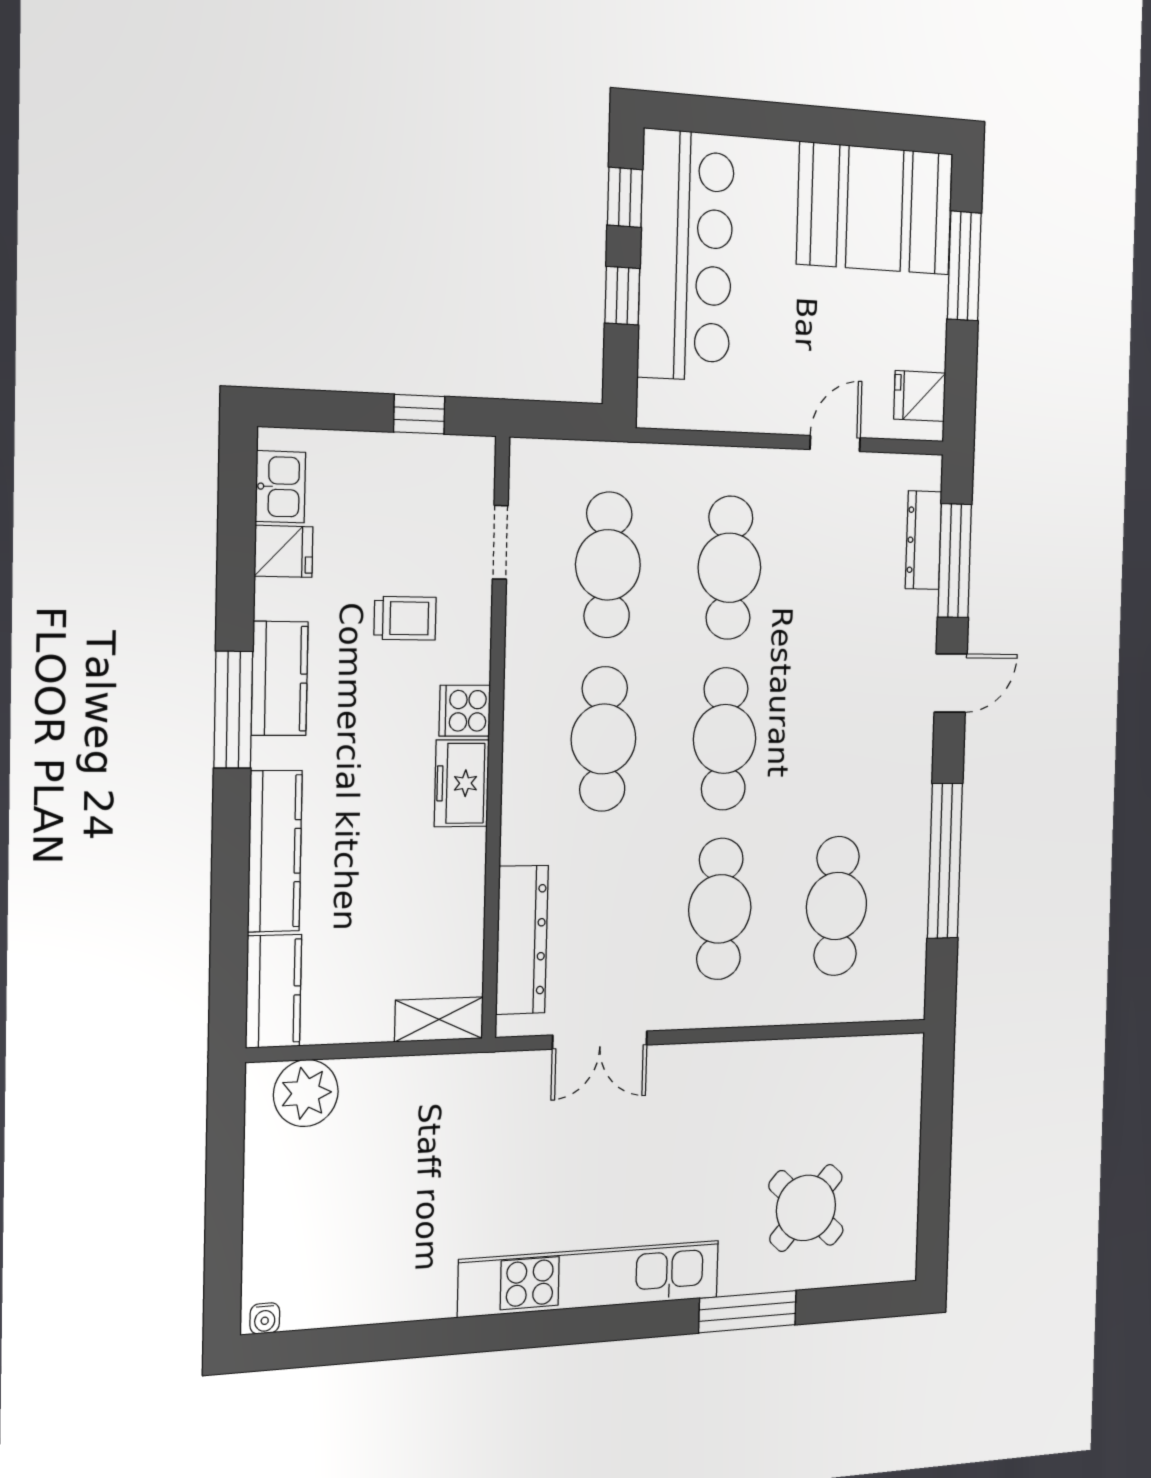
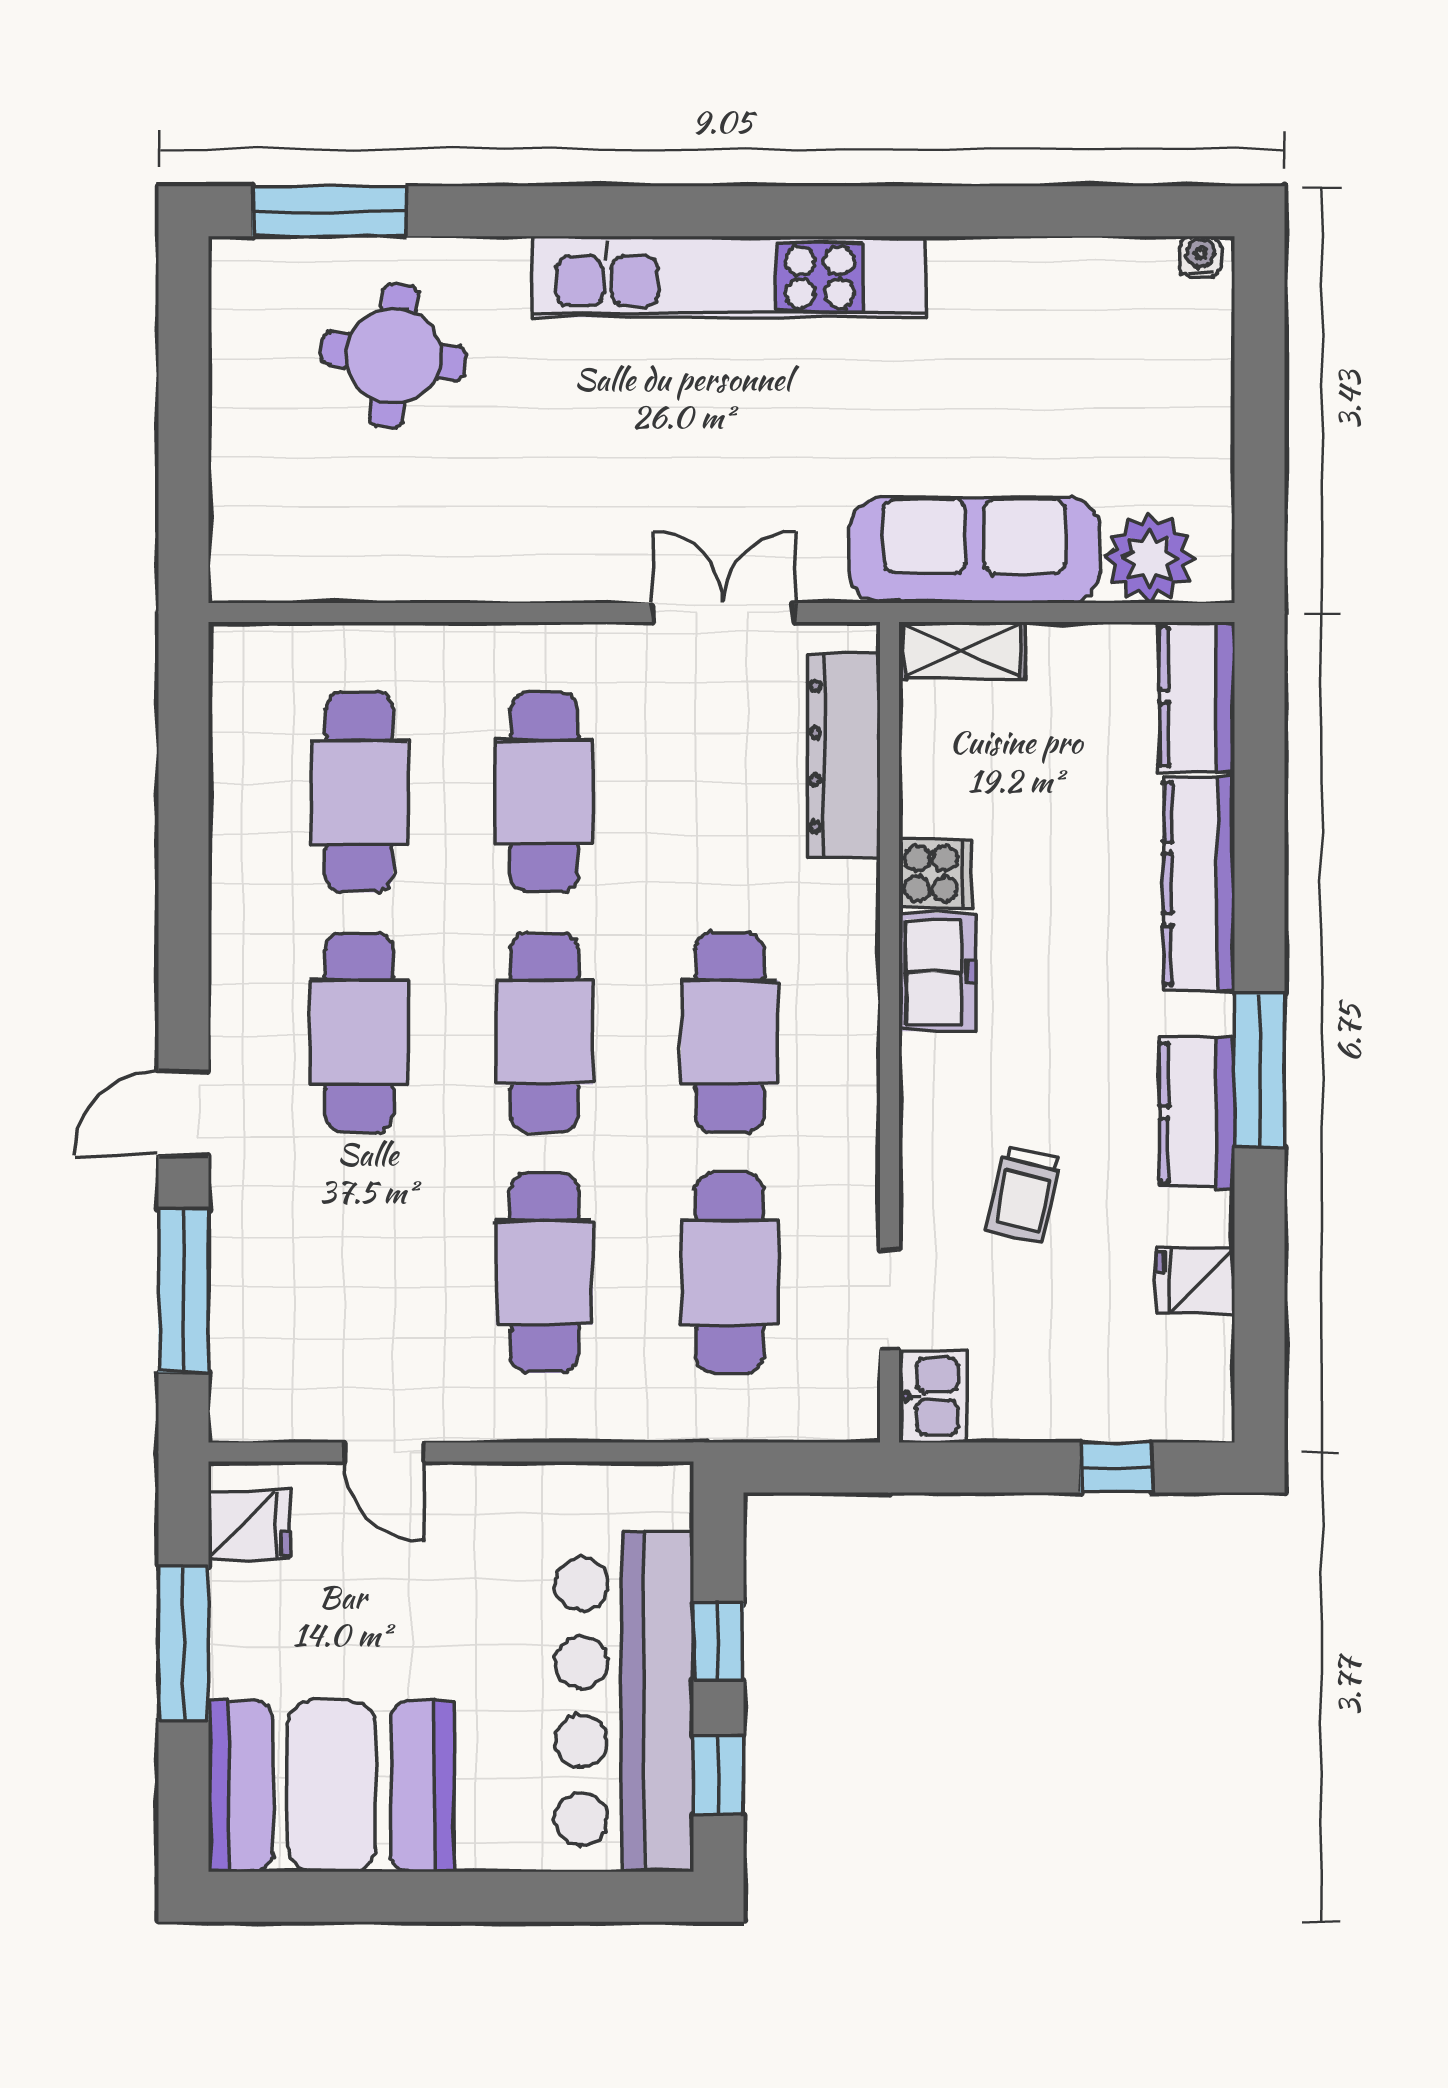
window: (964, 266) -> (184, 1643), moved
window: (419, 414) -> (1116, 1468), moved
door: (835, 444) -> (384, 1452), hinge flipped
kitchen sink: (280, 487) -> (932, 1396), moved, turned 180
dresser: (924, 540) -> (236, 1319), removed
trolley: (405, 618) -> (1024, 1195), turned -77
cooker: (465, 711) -> (935, 874), moved
cafe table: (842, 739) -> (359, 1032), added
window: (945, 861) -> (184, 854), removed
sofa: (429, 1093) -> (974, 550), added
round table: (806, 1208) -> (394, 356), turned -35
window: (748, 1312) -> (329, 211), moved

